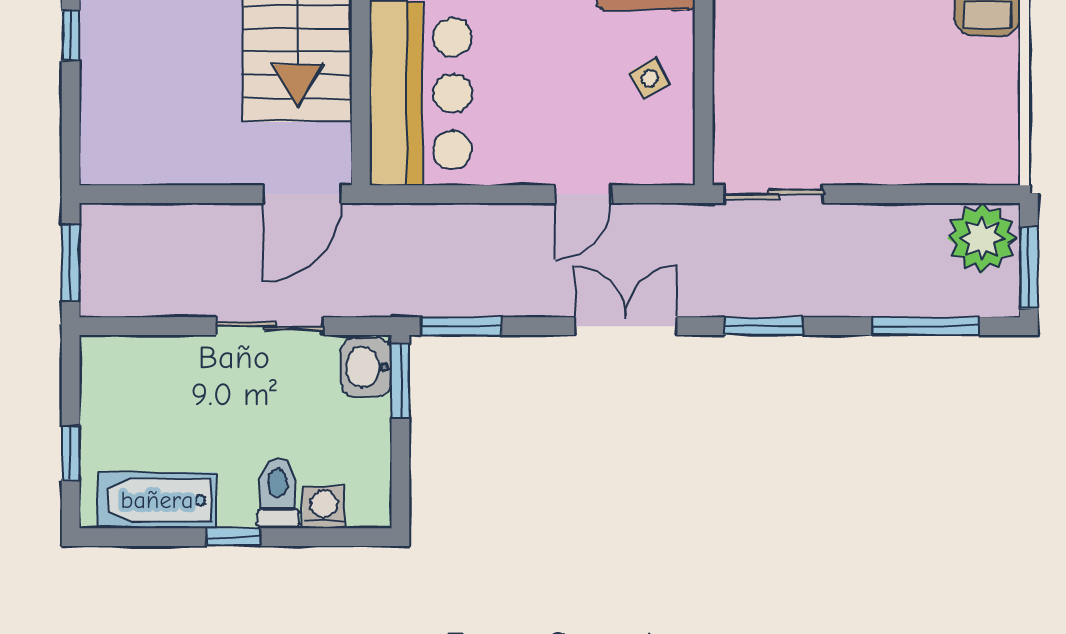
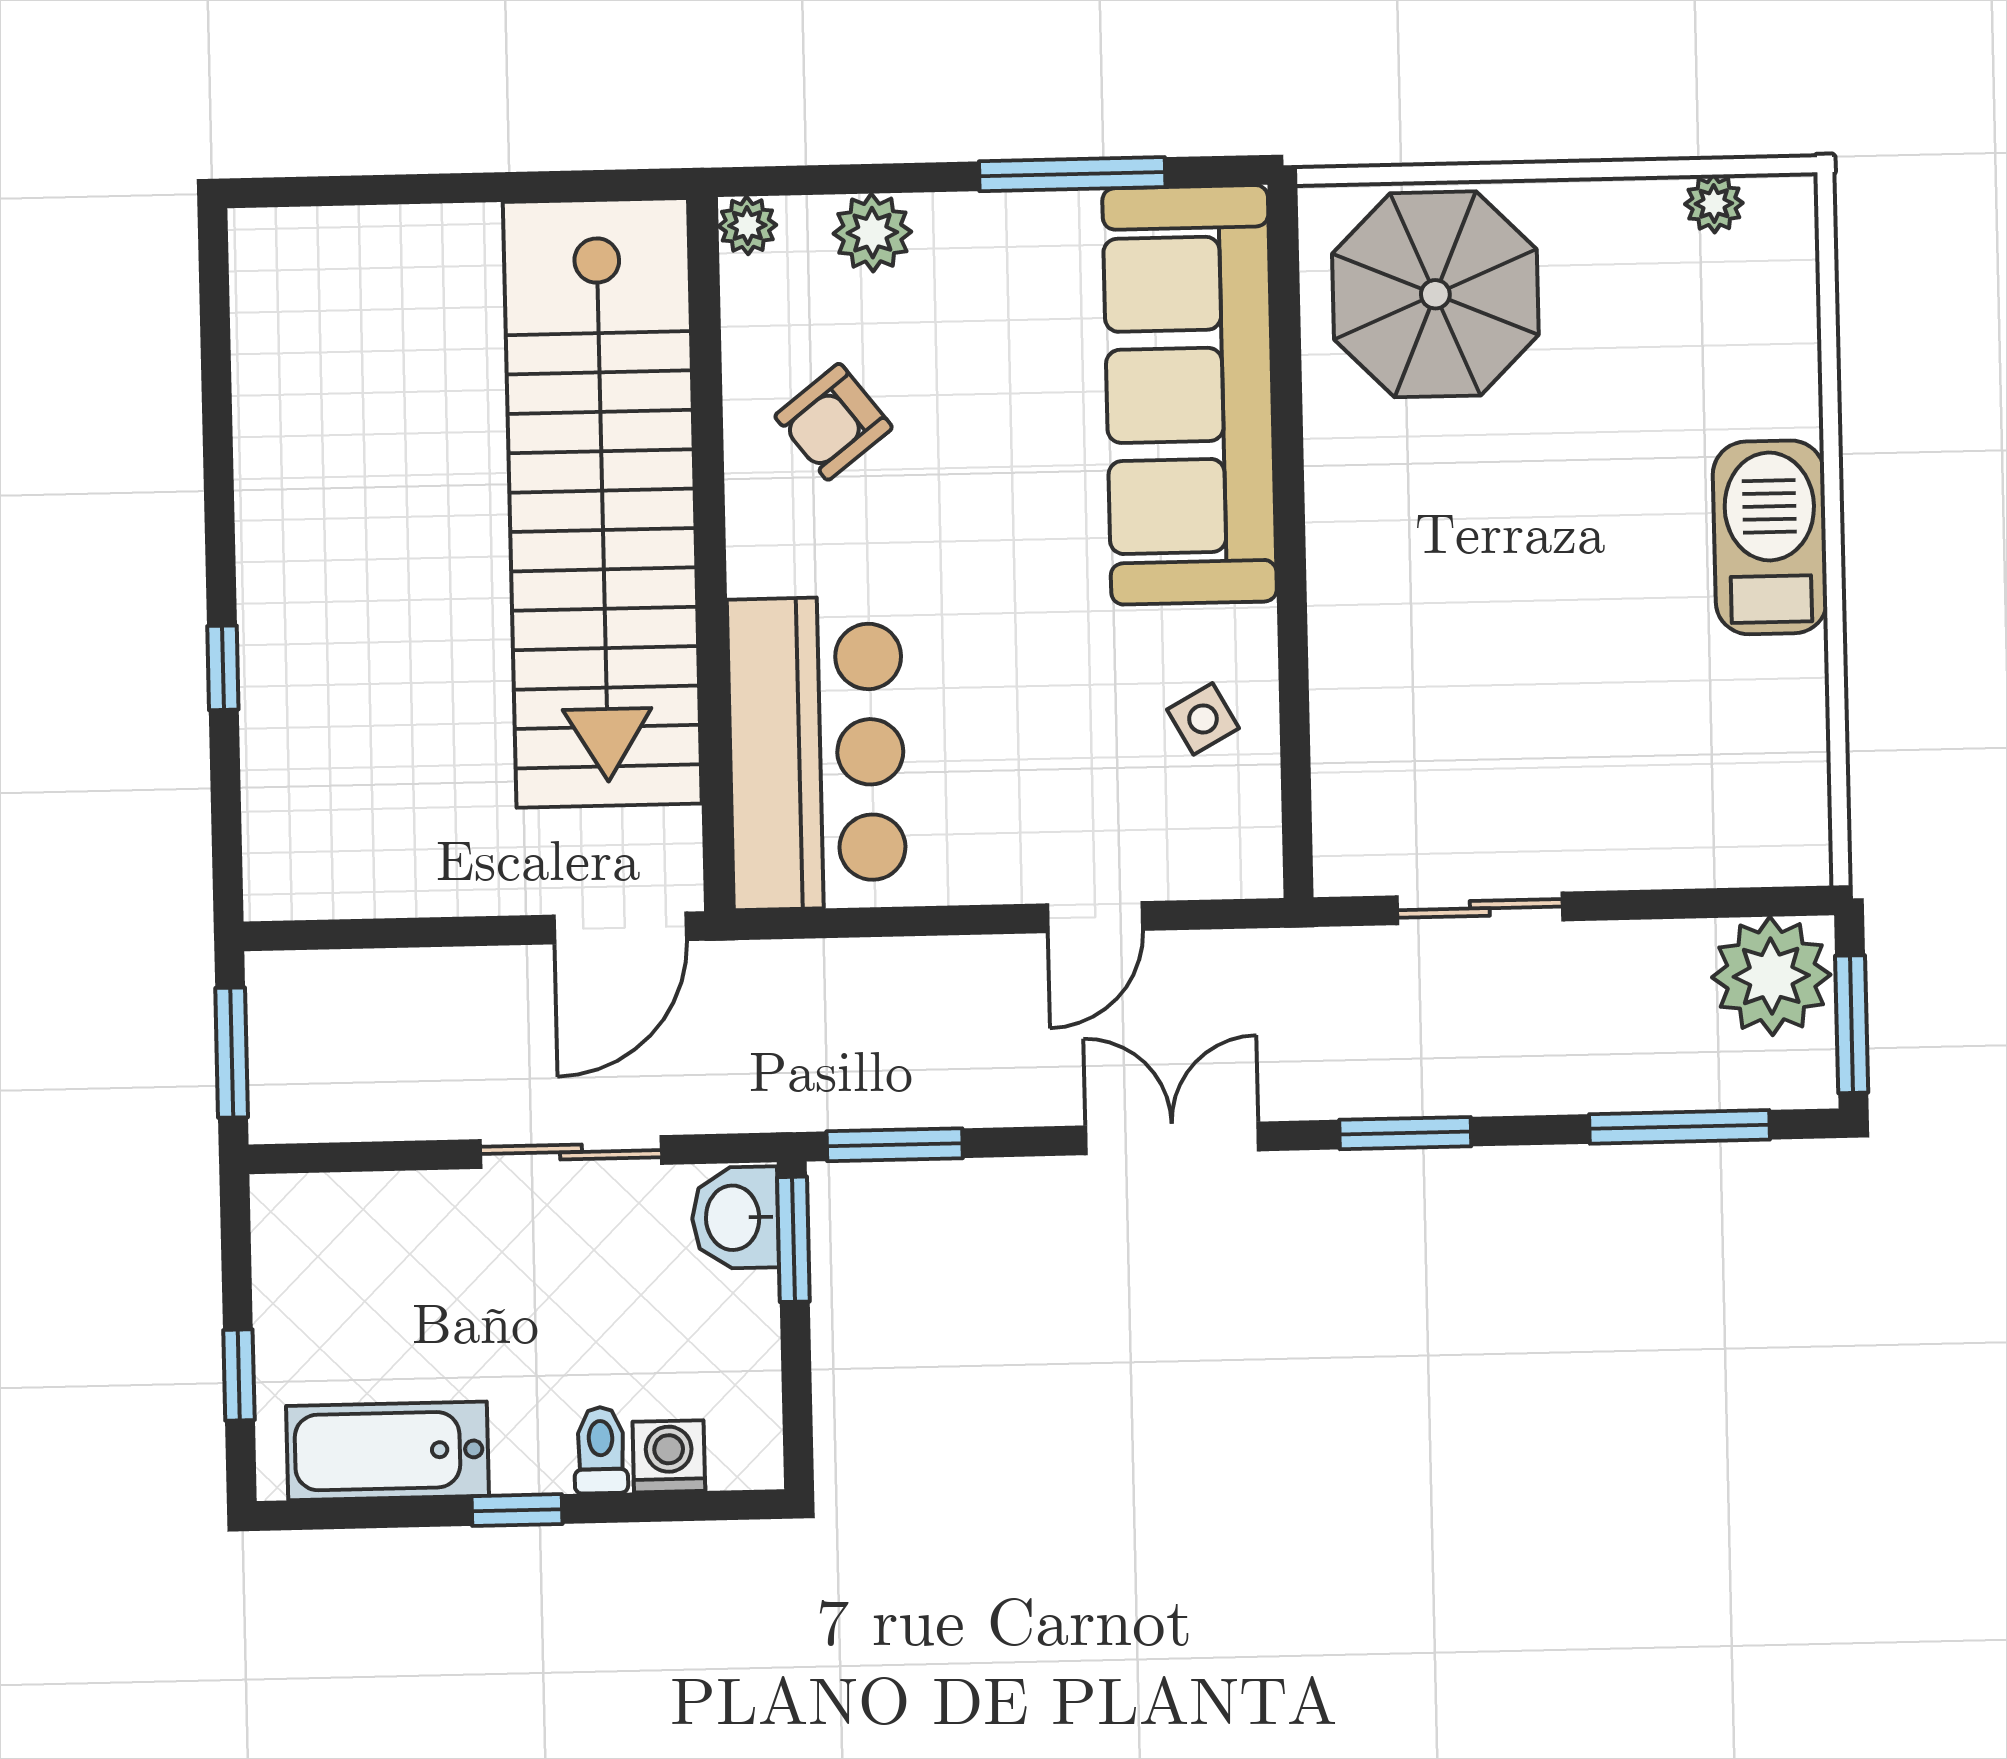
sliding door: (774, 194) -> (1480, 908), moved
toilet: (278, 493) -> (601, 1450), width x0.73, depth x0.72

